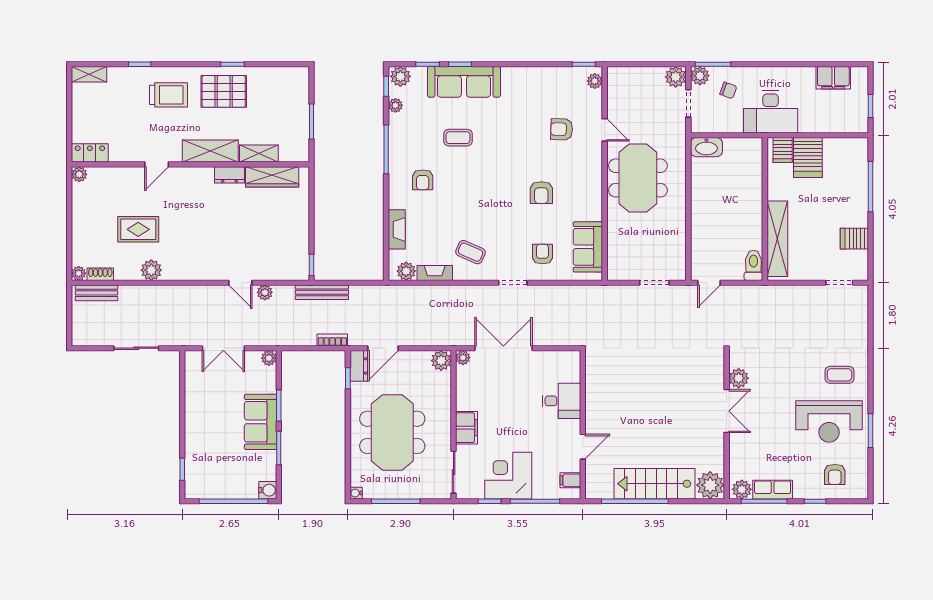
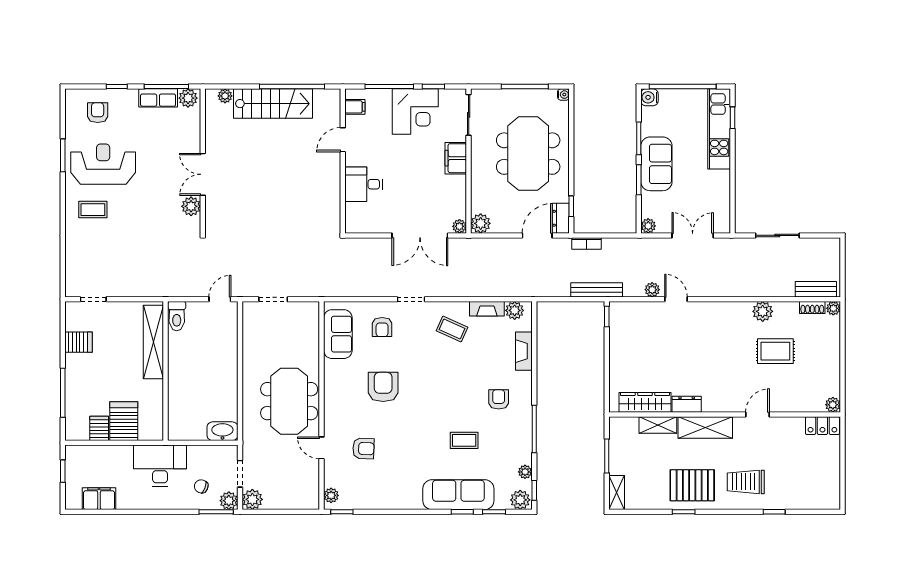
shelving: (89, 74) -> (617, 493), moved, turned 90
server rack: (783, 150) -> (99, 428), moved
armchair: (541, 193) -> (383, 387), width x1.38, depth x1.38
kitchen unit: (196, 458) -> (719, 129), added
plant: (710, 485) -> (225, 96), width x0.53, depth x0.53

